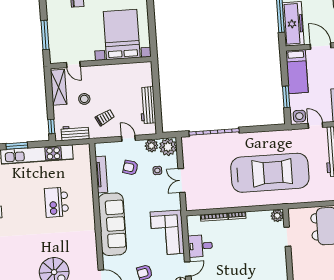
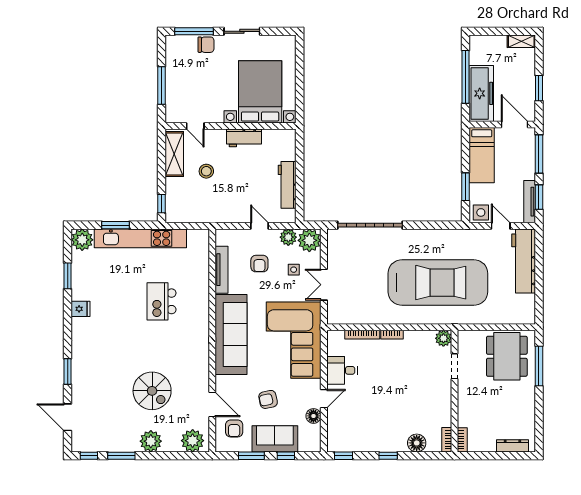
trolley: (105, 118) -> (231, 197), removed
workbench: (75, 133) -> (244, 138), moved, turned 180
armchair: (130, 168) -> (259, 264), turned -106
corner sofa: (167, 233) -> (294, 340), width x1.36, depth x1.36

